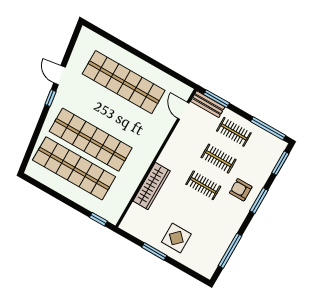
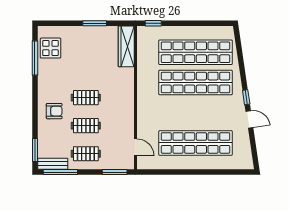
bench: (208, 104) -> (53, 164), moved
wardrobe: (152, 186) -> (126, 46), moved
window: (259, 201) -> (35, 111), removed
display table: (176, 238) -> (50, 48), moved

